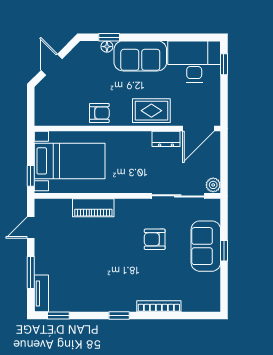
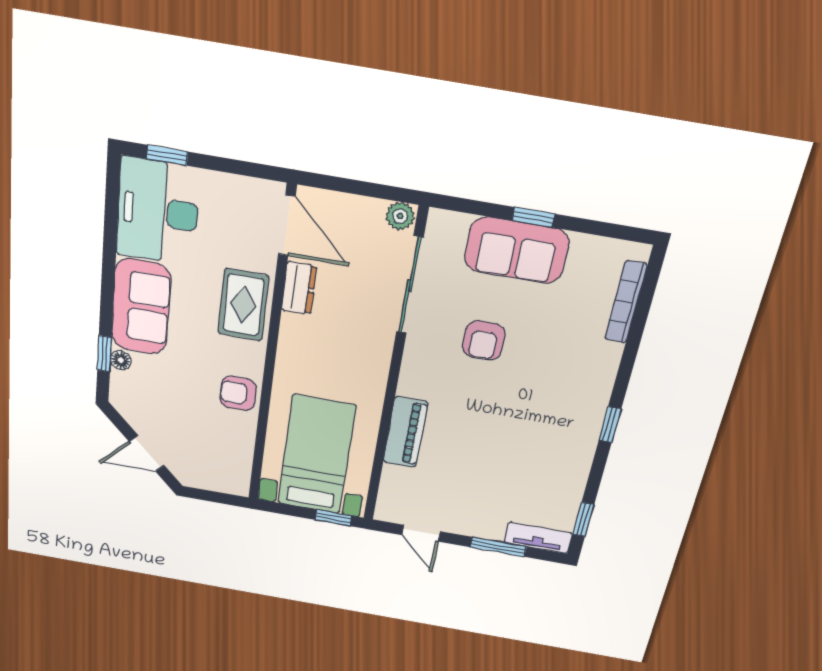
armchair: (99, 113) -> (238, 393), turned -90
bookcase: (159, 306) -> (626, 302), moved

